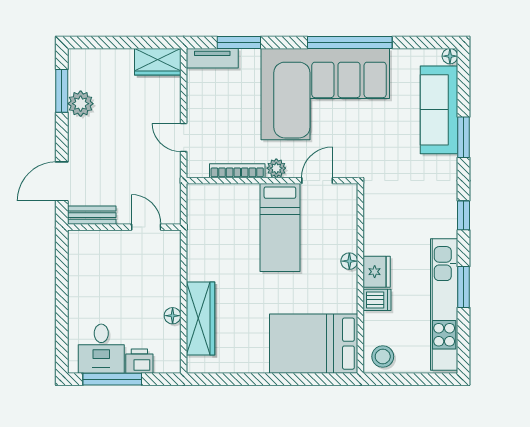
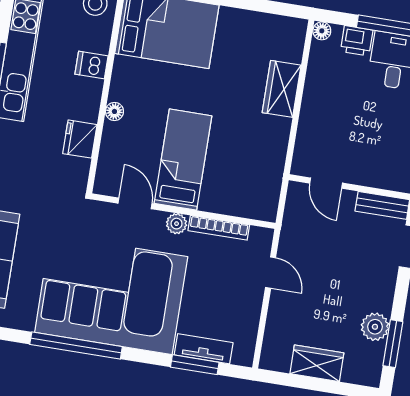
tv unit: (212, 58) -> (204, 349), moved
wardrobe: (158, 62) -> (317, 363), moved
door: (317, 181) -> (135, 203), swing flipped
fridge: (377, 272) -> (80, 139), moved
floor lamp: (173, 316) -> (322, 31), moved
wardrobe: (201, 319) -> (282, 89), width x0.67

